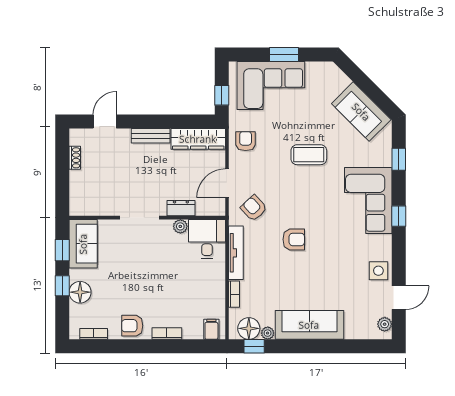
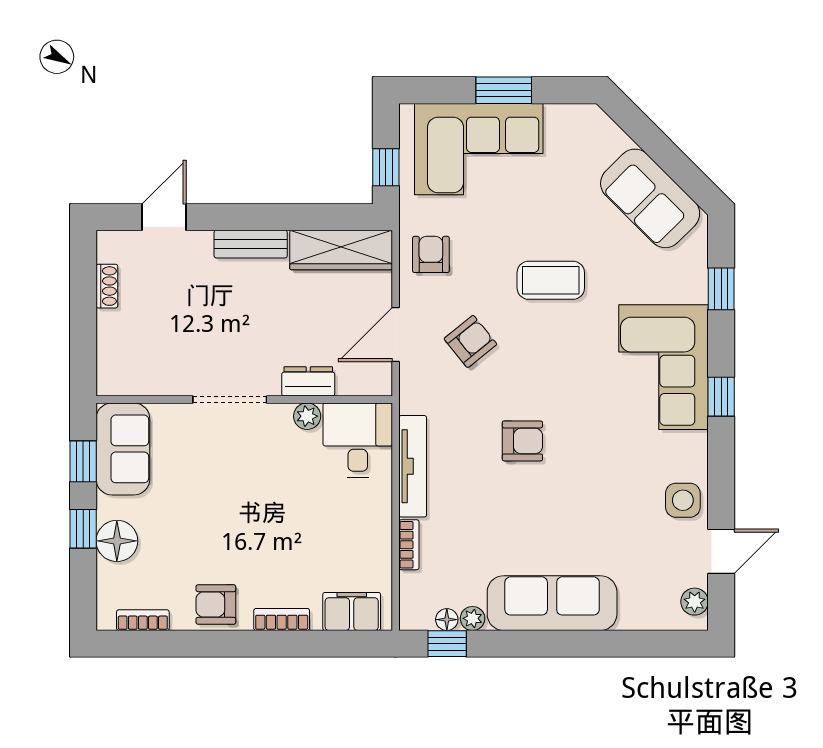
armchair: (254, 208) -> (470, 341), moved, turned 94
floor lamp: (249, 328) -> (447, 620), width x0.53, depth x0.53
filing cabinet: (211, 329) -> (352, 611), width x2.00

